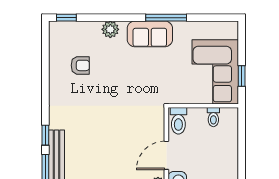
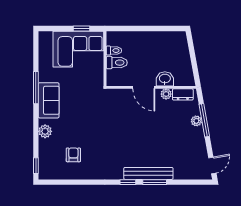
toilet: (178, 121) -> (117, 63), moved

